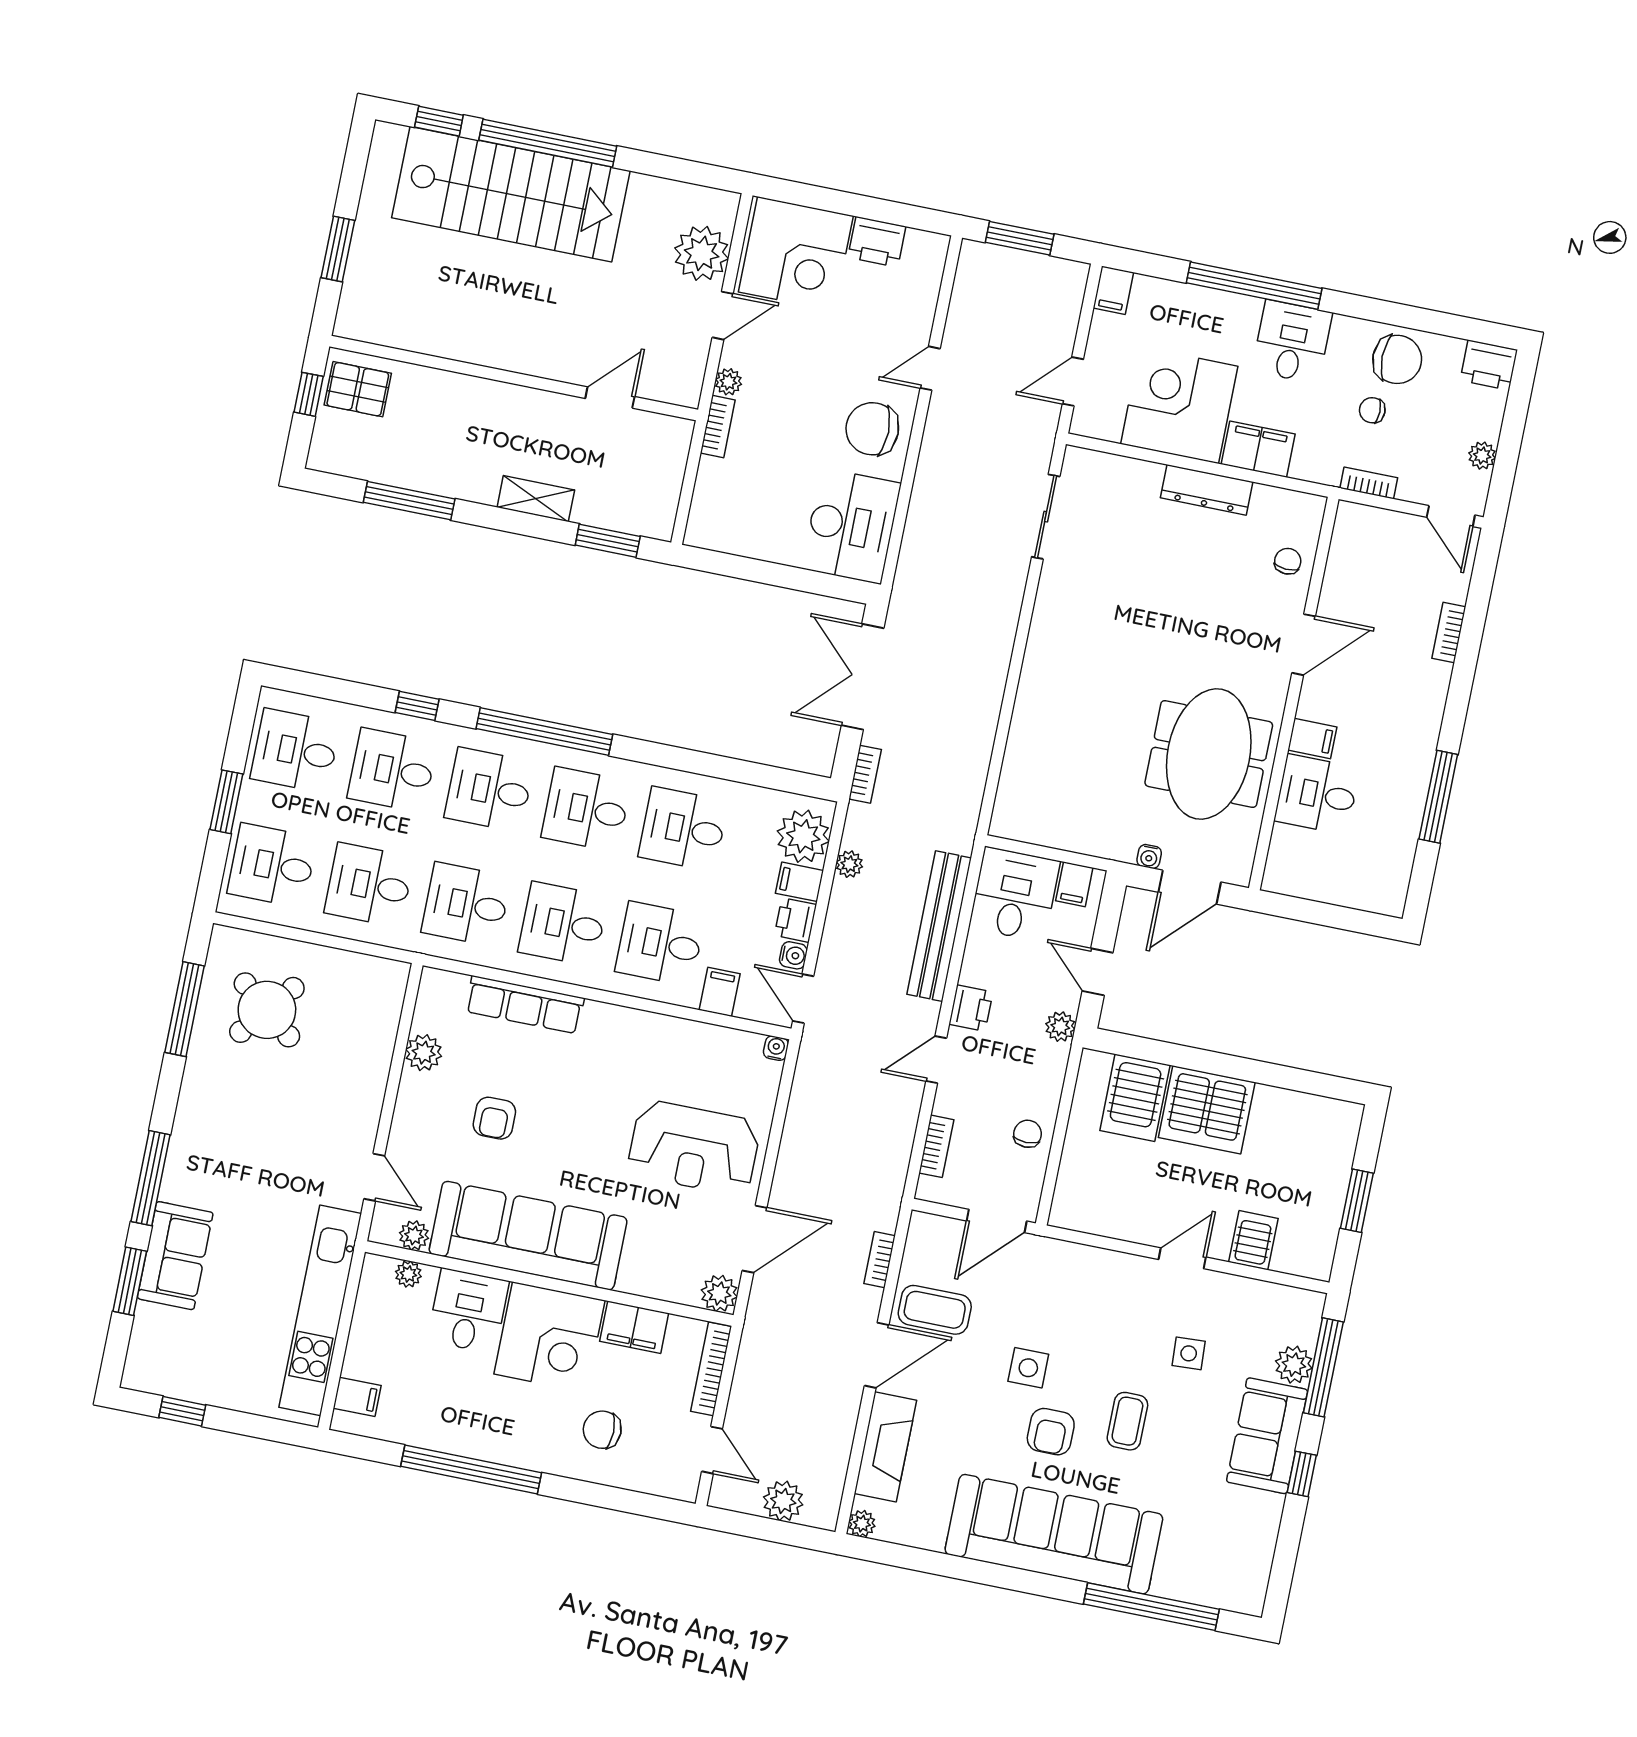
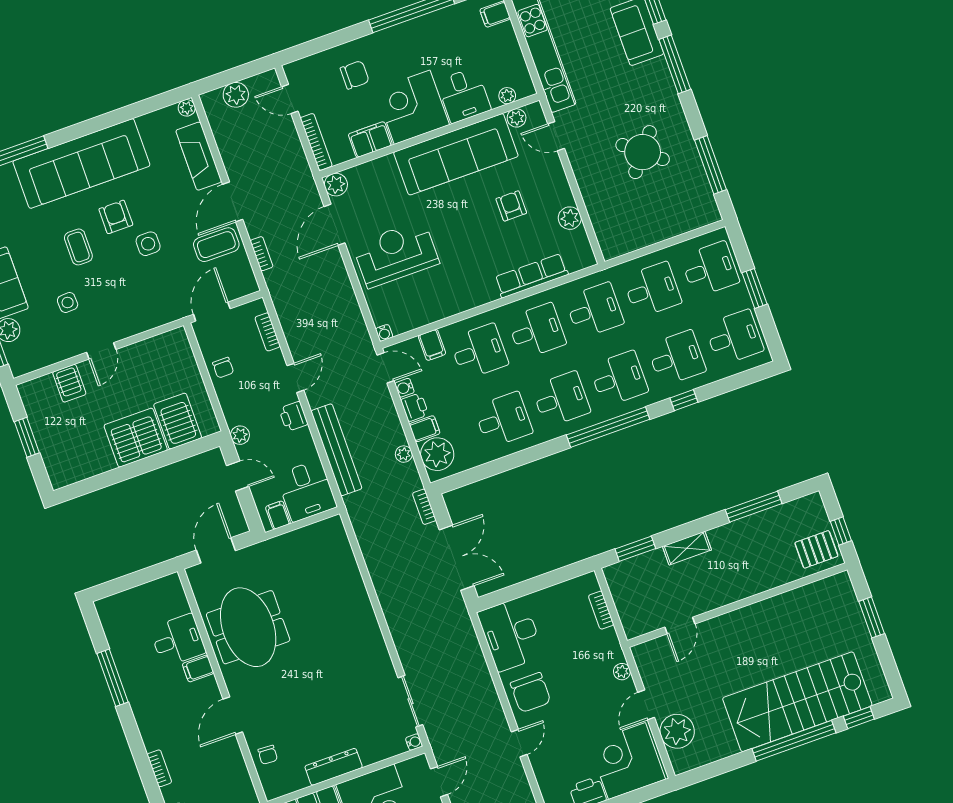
bookcase: (718, 426) -> (601, 610), moved
chair: (872, 429) -> (531, 693), turned 90
water cooler: (1149, 857) -> (414, 742), moved, turned 90
round table: (267, 1010) -> (643, 152), moved

